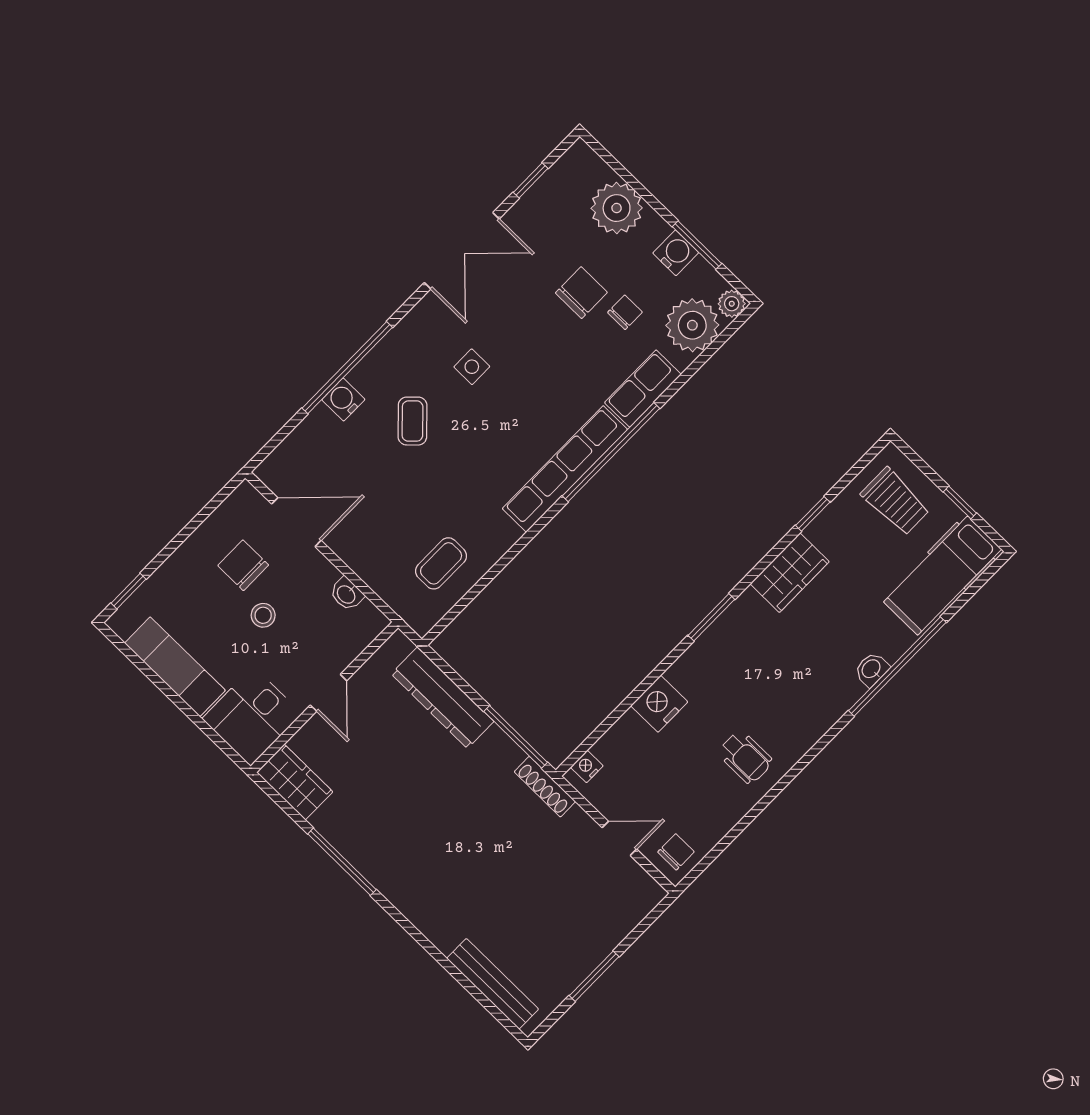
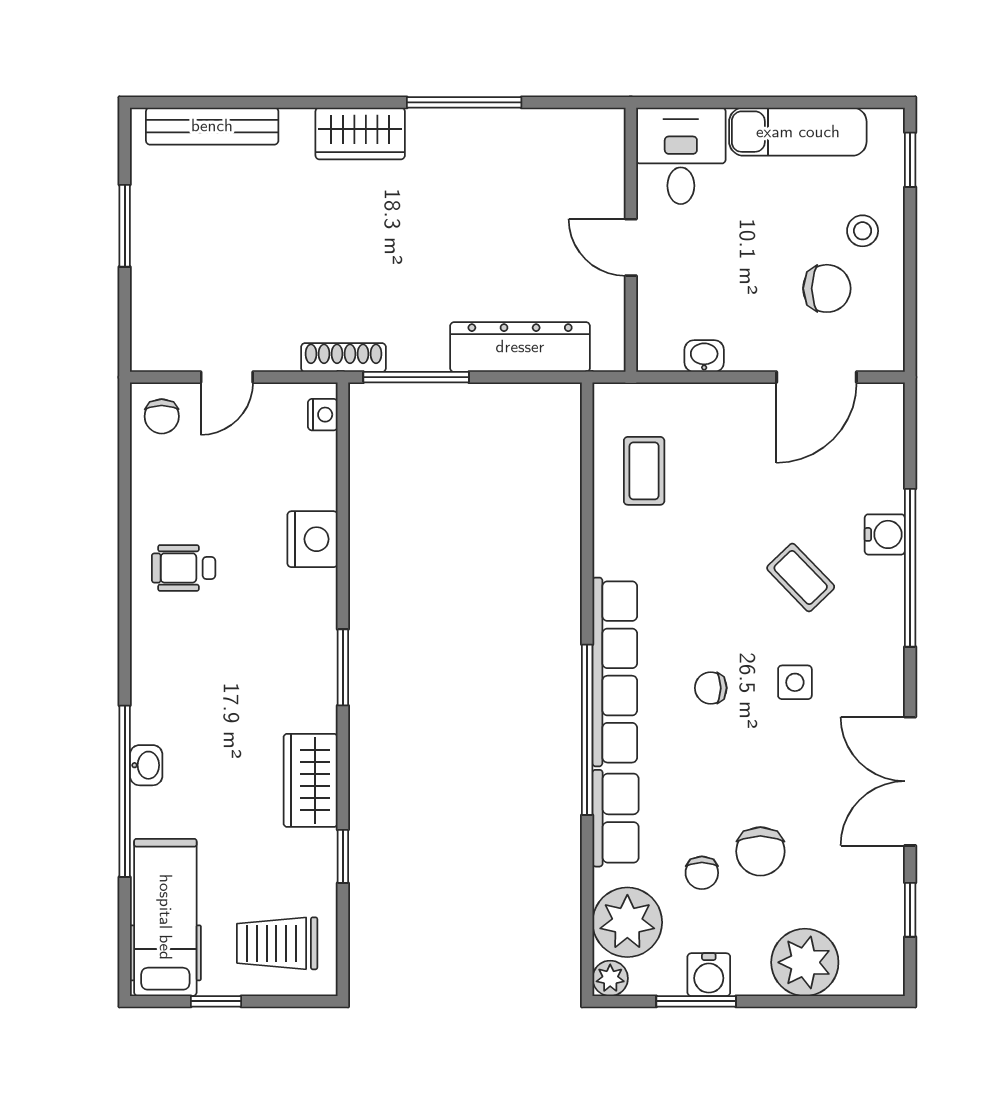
chair: (521, 409) -> (711, 688), added
stool: (263, 615) -> (863, 231), moved
wardrobe: (295, 782) -> (360, 133), moved

